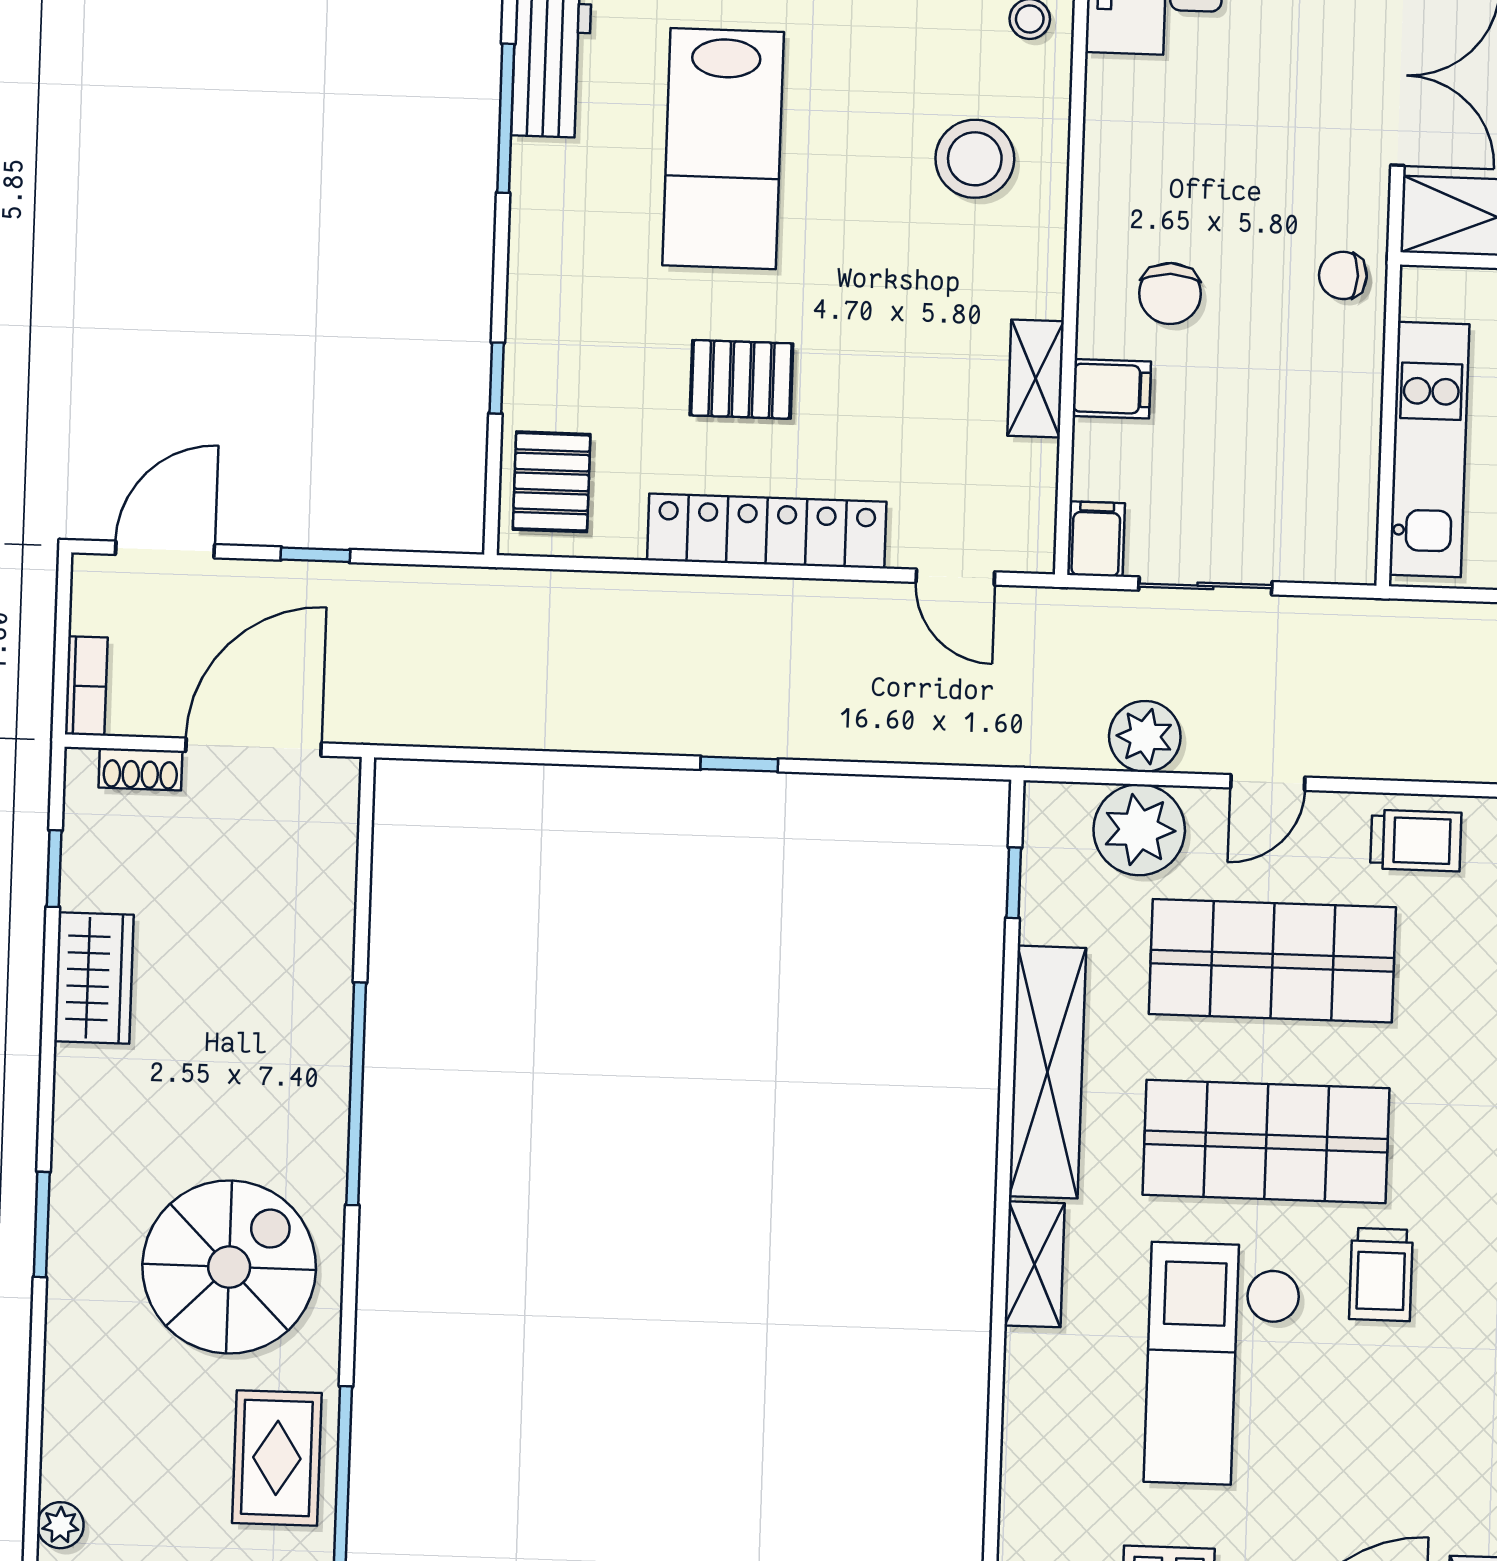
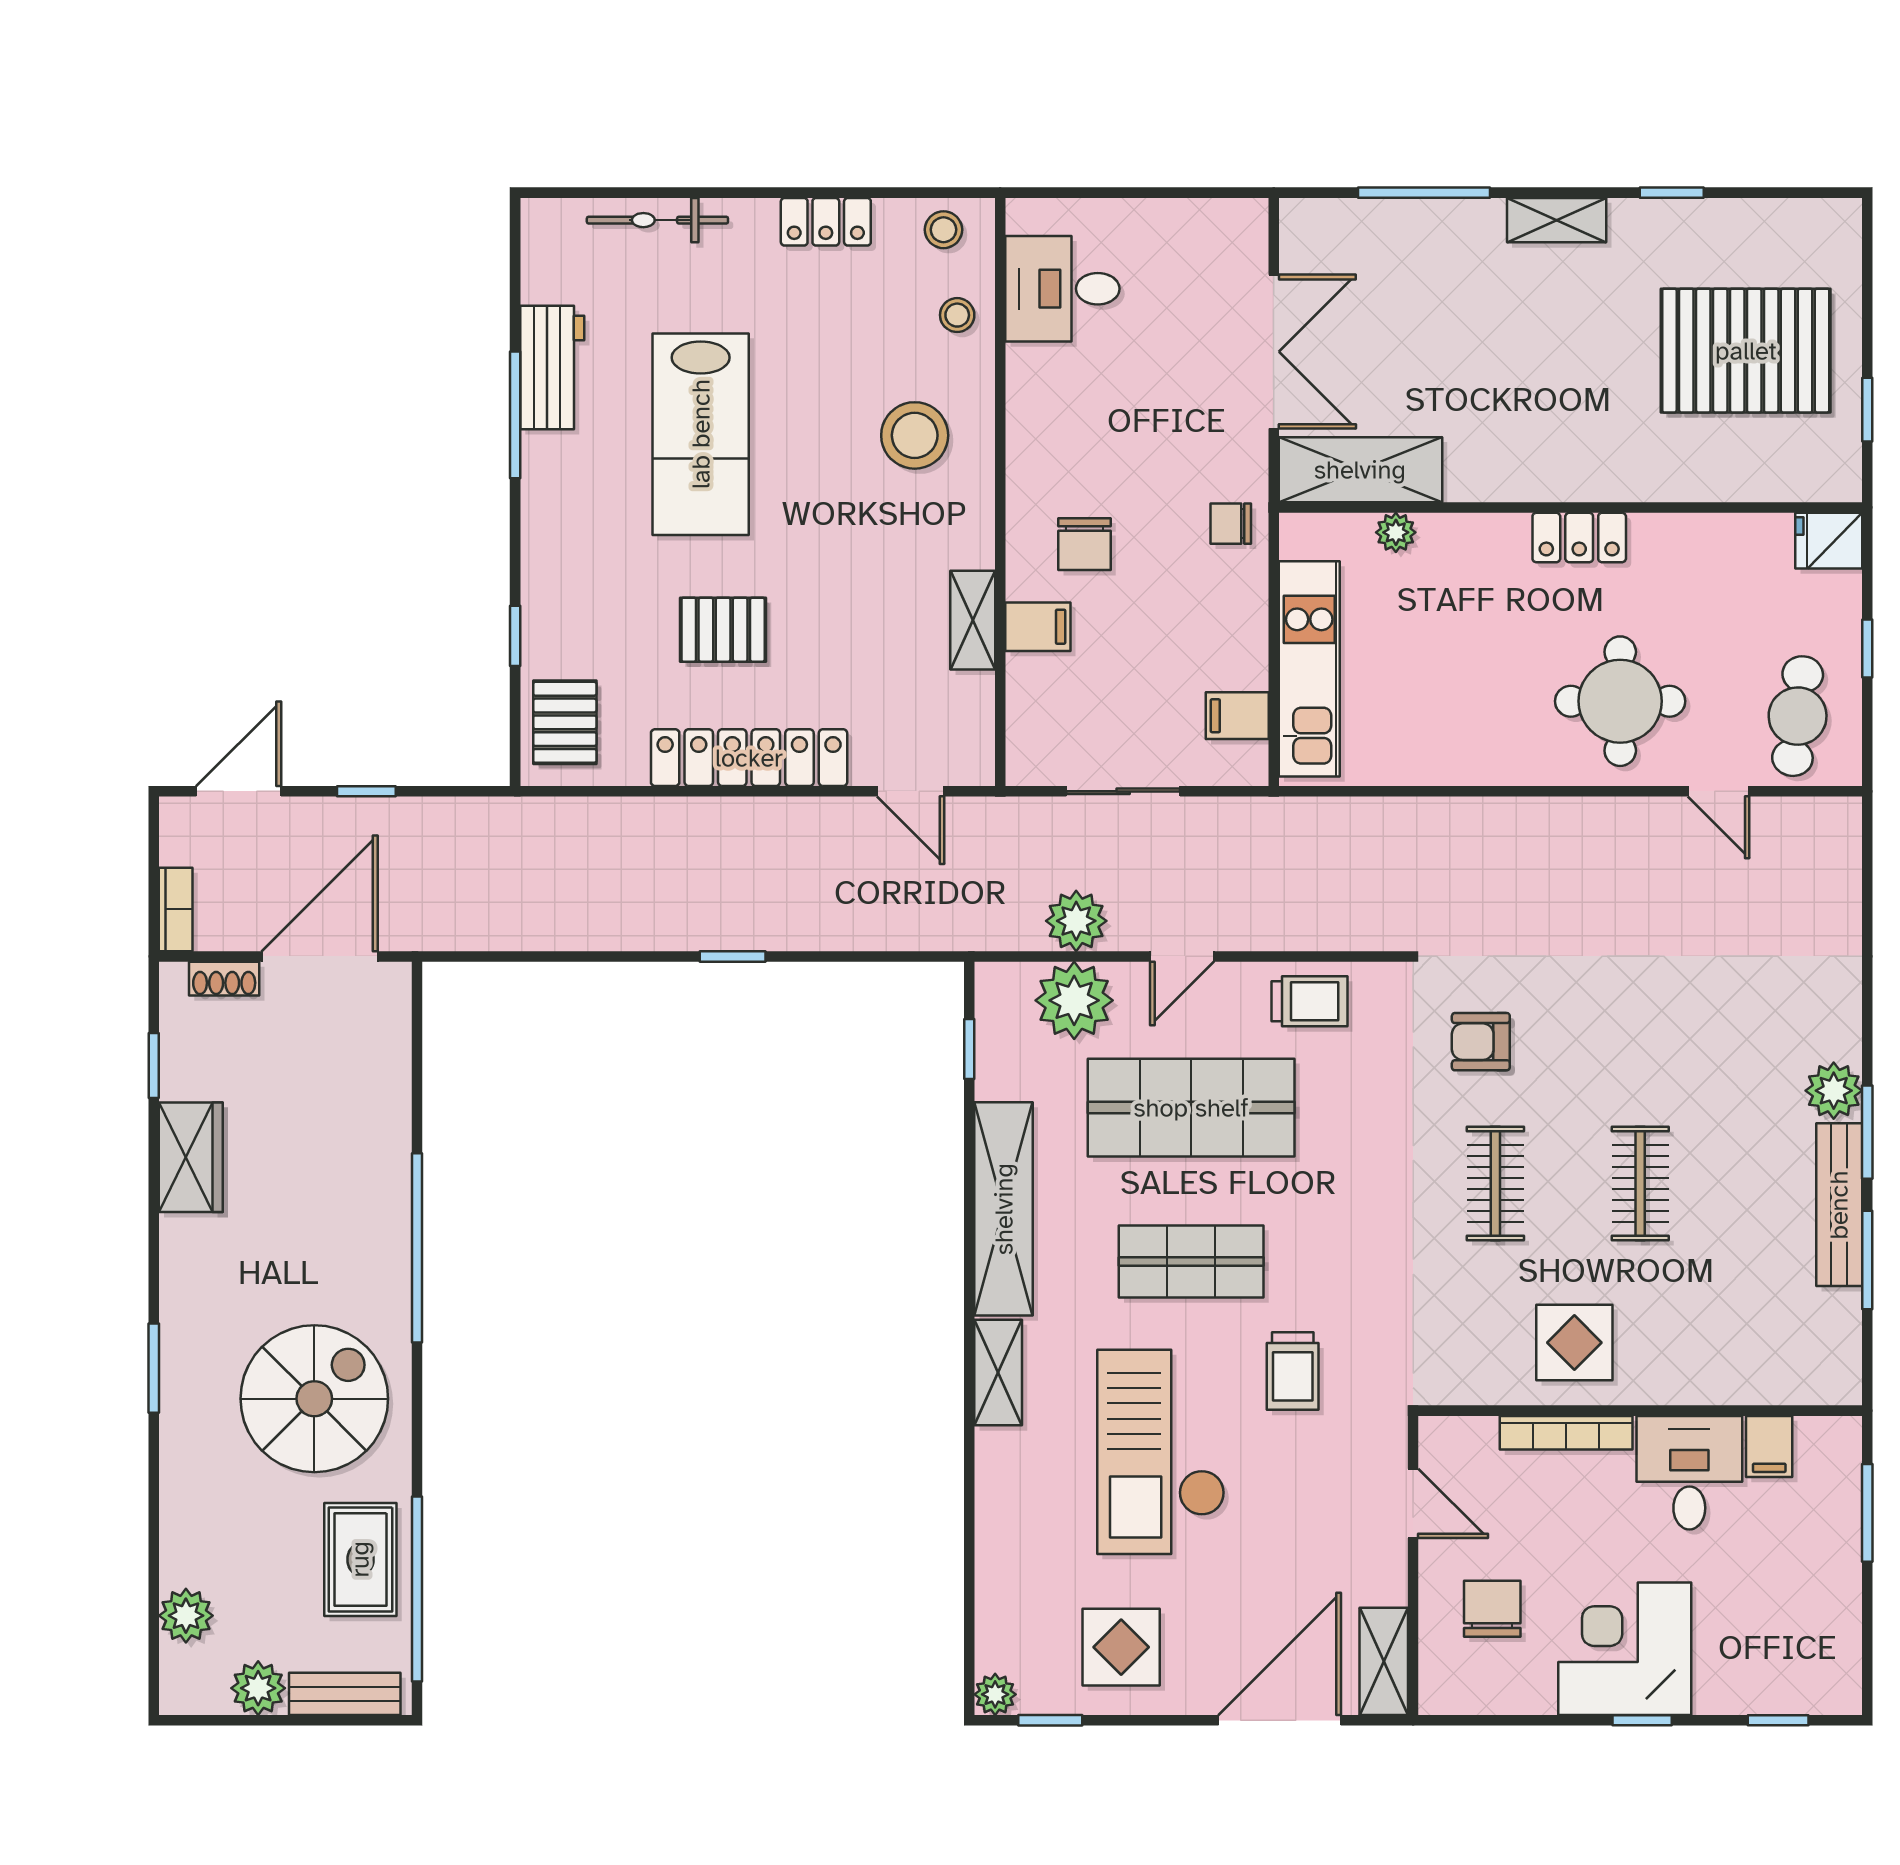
filing cabinet: (1096, 539) -> (1237, 716), moved, turned -90
shop shelf: (1266, 1142) -> (1191, 1261), width x0.70, depth x0.74
plant: (60, 1525) -> (186, 1616), width x1.38, depth x1.38

